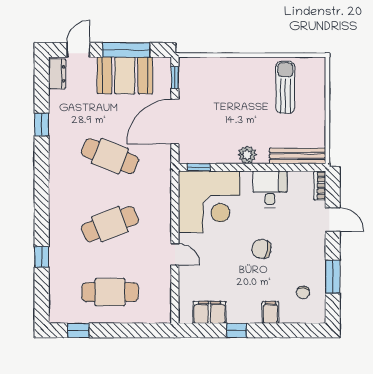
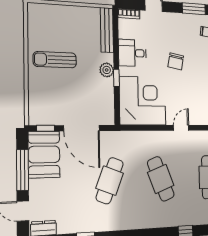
booth: (125, 75) -> (44, 154), moved
sun lounger: (285, 87) -> (55, 60), moved
window: (199, 167) -> (116, 78), moved

